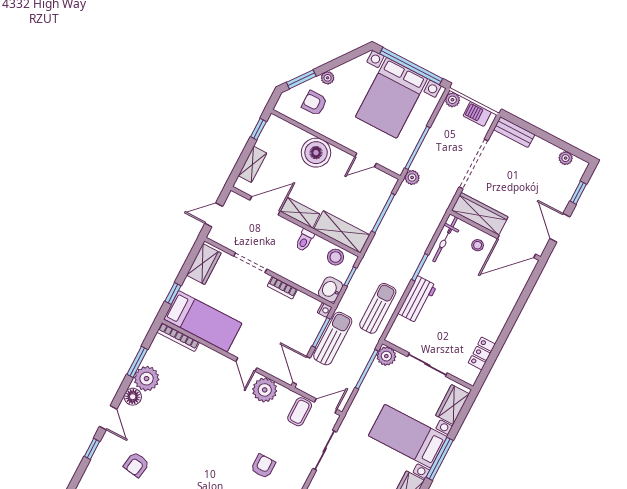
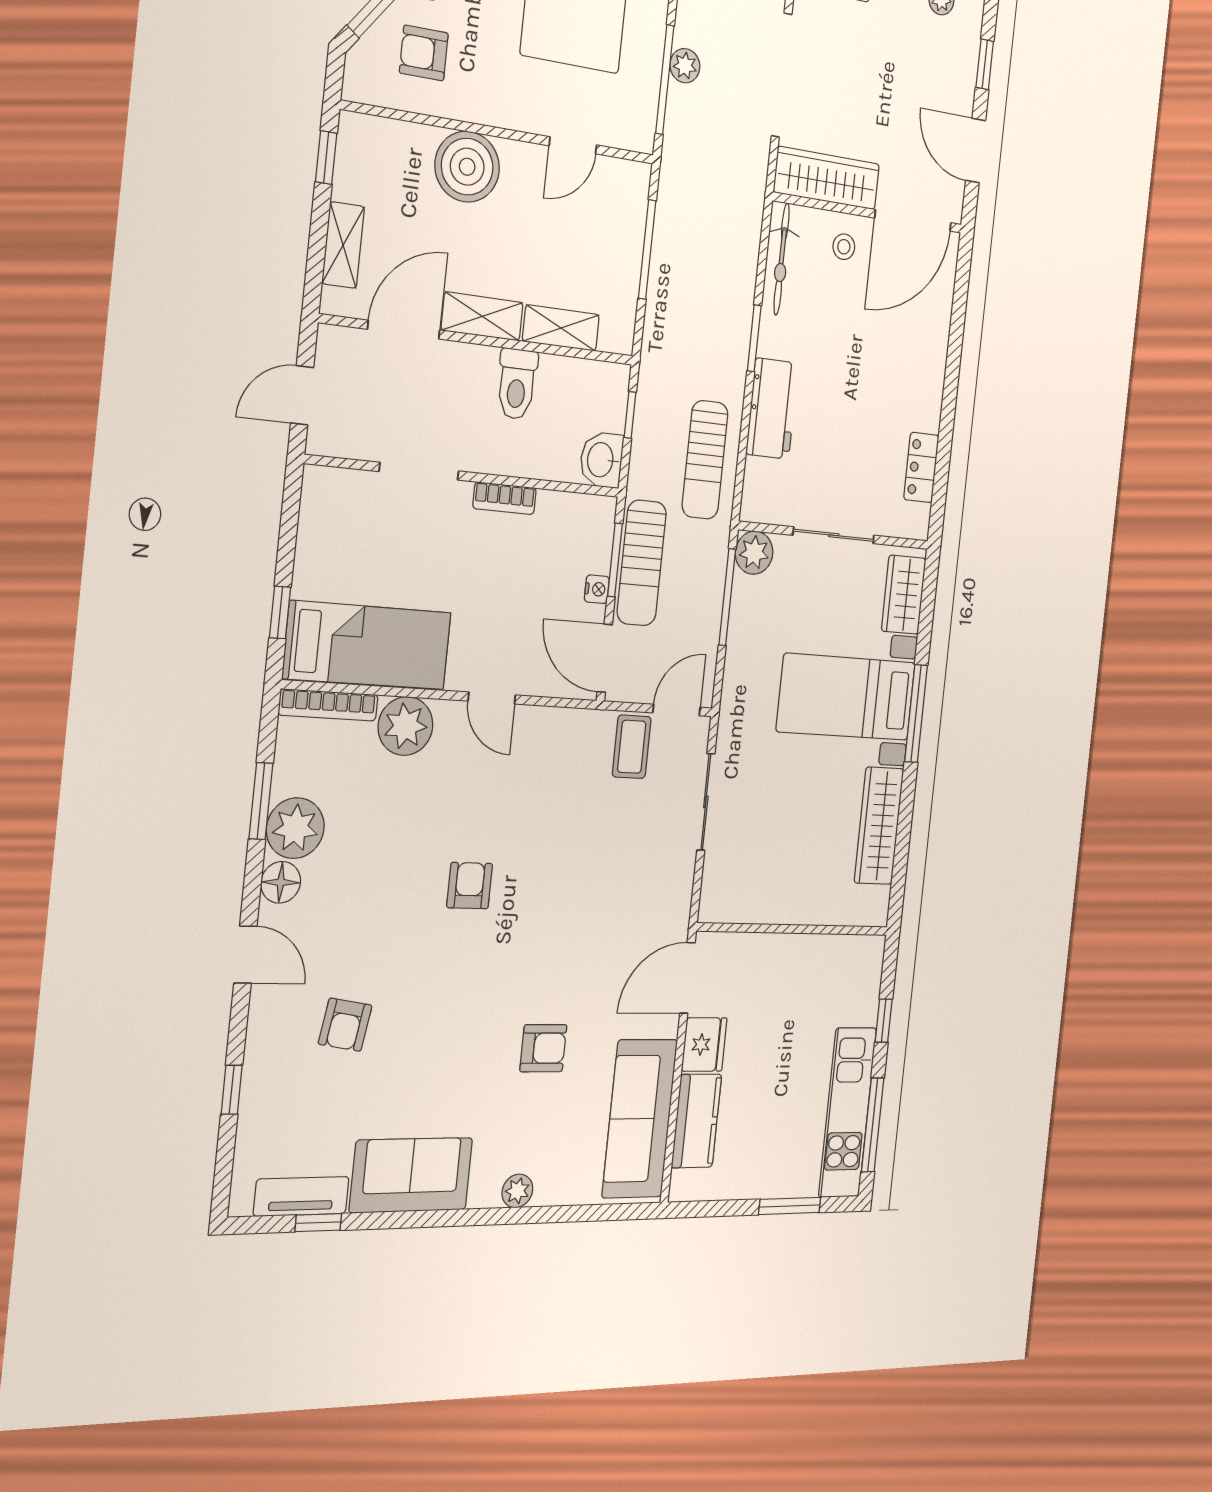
plant: (412, 177) -> (685, 66), moved
shelving: (342, 232) -> (561, 328), width x0.67, depth x0.75
toilet: (305, 240) -> (517, 384), width x1.37, depth x1.39
stool: (336, 257) -> (587, 385), removed
wardrobe: (204, 264) -> (322, 517), removed
sun lounger: (378, 308) -> (705, 460), turned 180
nightstand: (325, 310) -> (597, 589), moved
sun lounger: (333, 339) -> (642, 563), turned 180
plant: (265, 390) -> (406, 726), moved
window: (92, 449) -> (232, 1090), moved
armchair: (263, 466) -> (470, 886), moved

